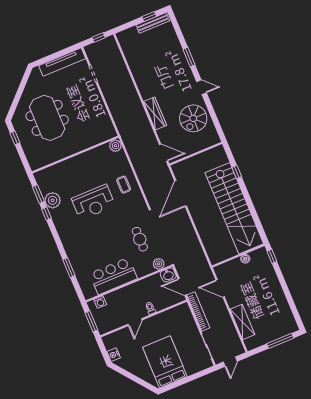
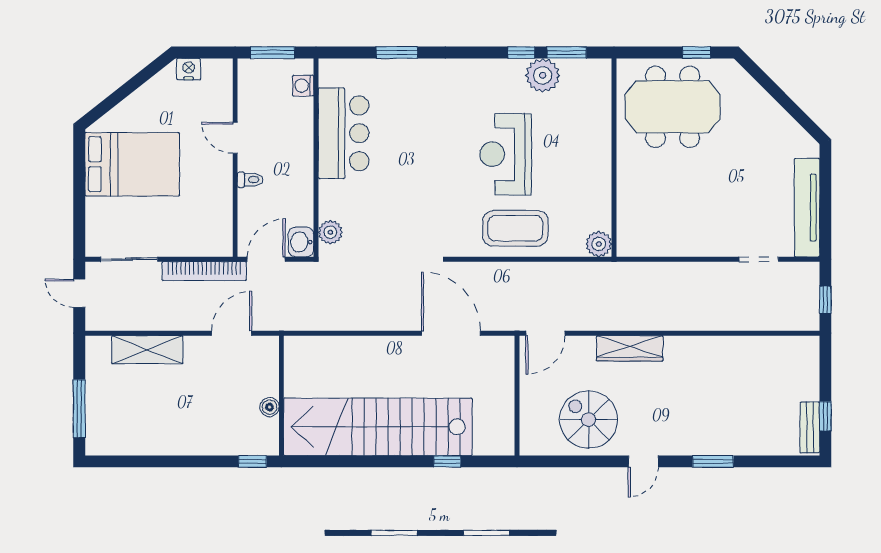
bench: (153, 23) -> (810, 427), width x0.73
meeting table: (47, 118) -> (673, 107), moved
coffee table: (124, 185) -> (515, 228), width x1.86, depth x1.72
cafe table: (140, 239) -> (395, 215), removed

